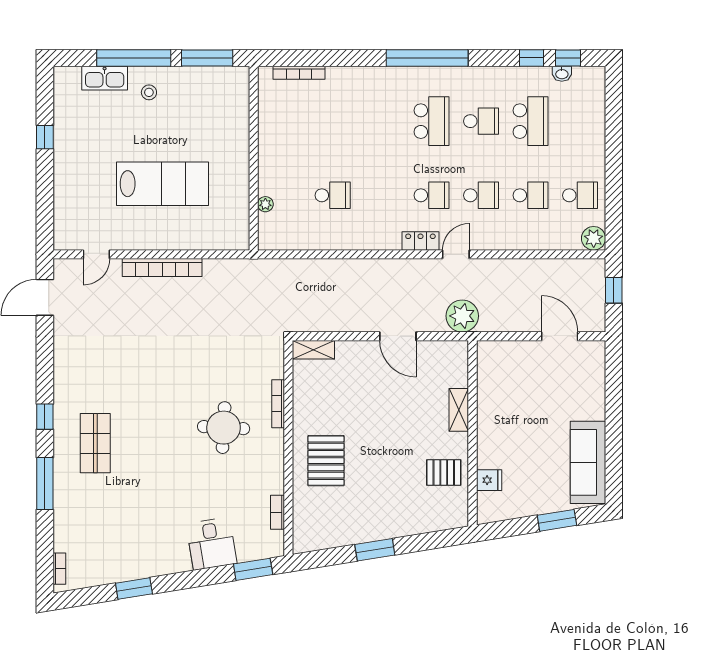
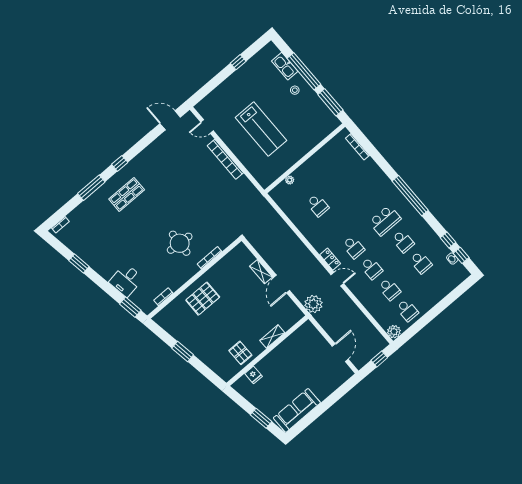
school desk: (531, 121) -> (421, 262), width x0.54
shelving: (313, 350) -> (261, 272), moved

